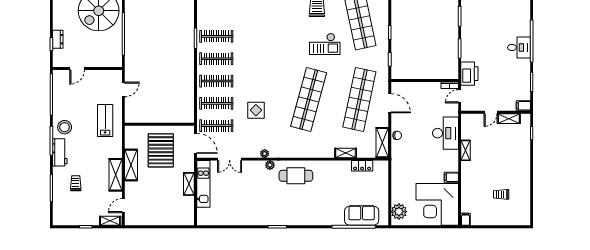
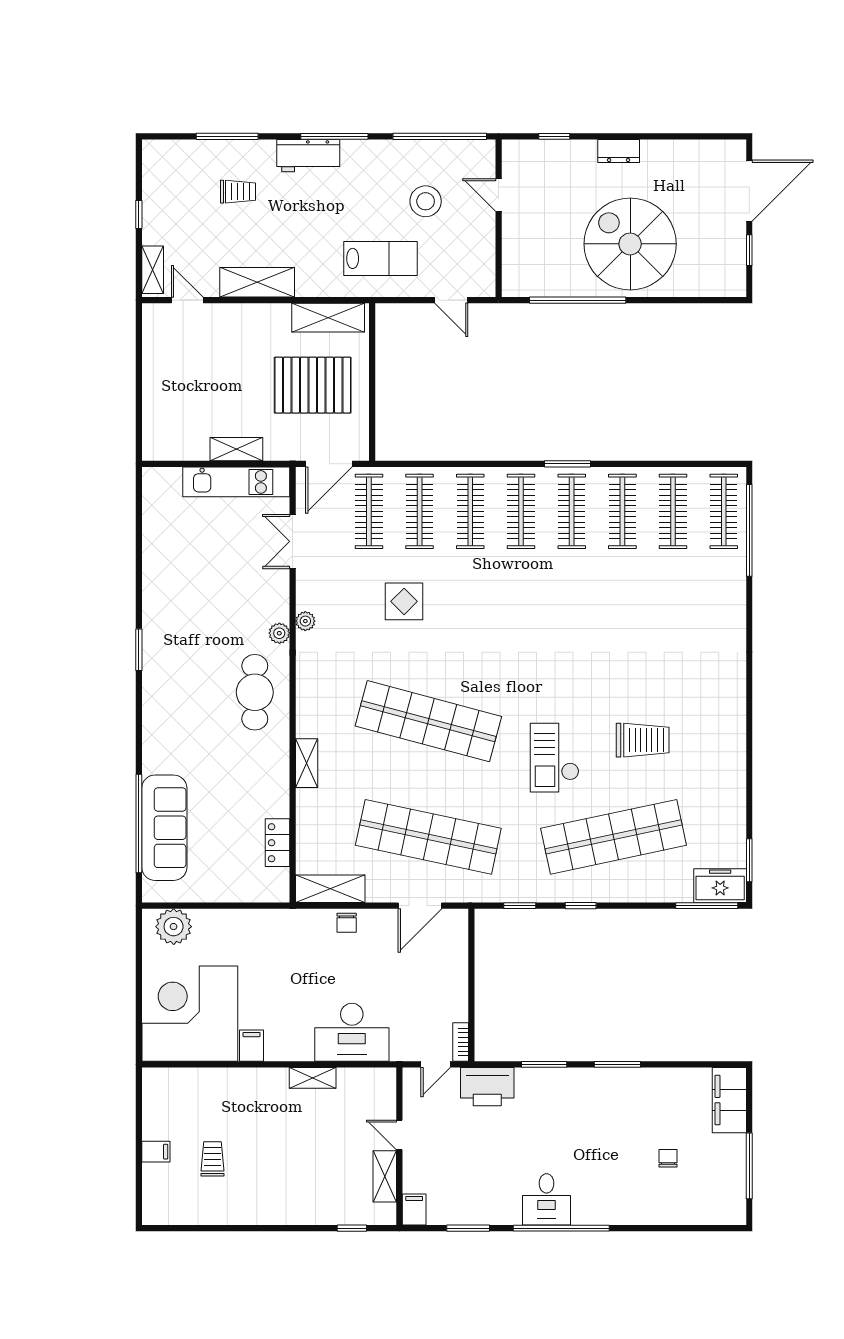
clothes rail: (216, 14) -> (622, 511), added
dresser: (58, 39) -> (619, 151), moved
door: (460, 96) -> (436, 1064), swing flipped
stool: (65, 127) -> (426, 201), moved
shelving: (346, 153) -> (307, 763), moved
shelving: (131, 165) -> (328, 318), moved
sofa: (362, 216) -> (164, 828), width x1.36
filing cabinet: (465, 219) -> (156, 1152), moved

